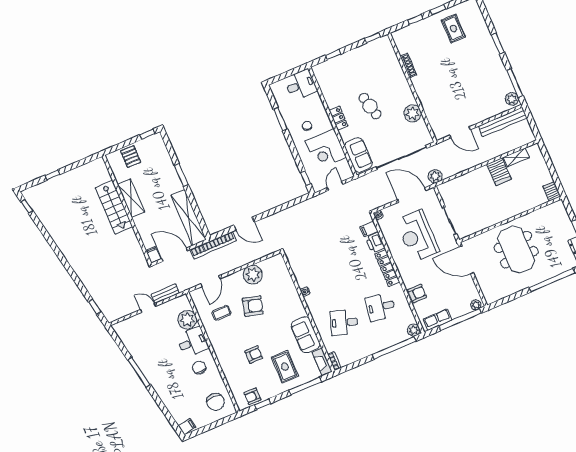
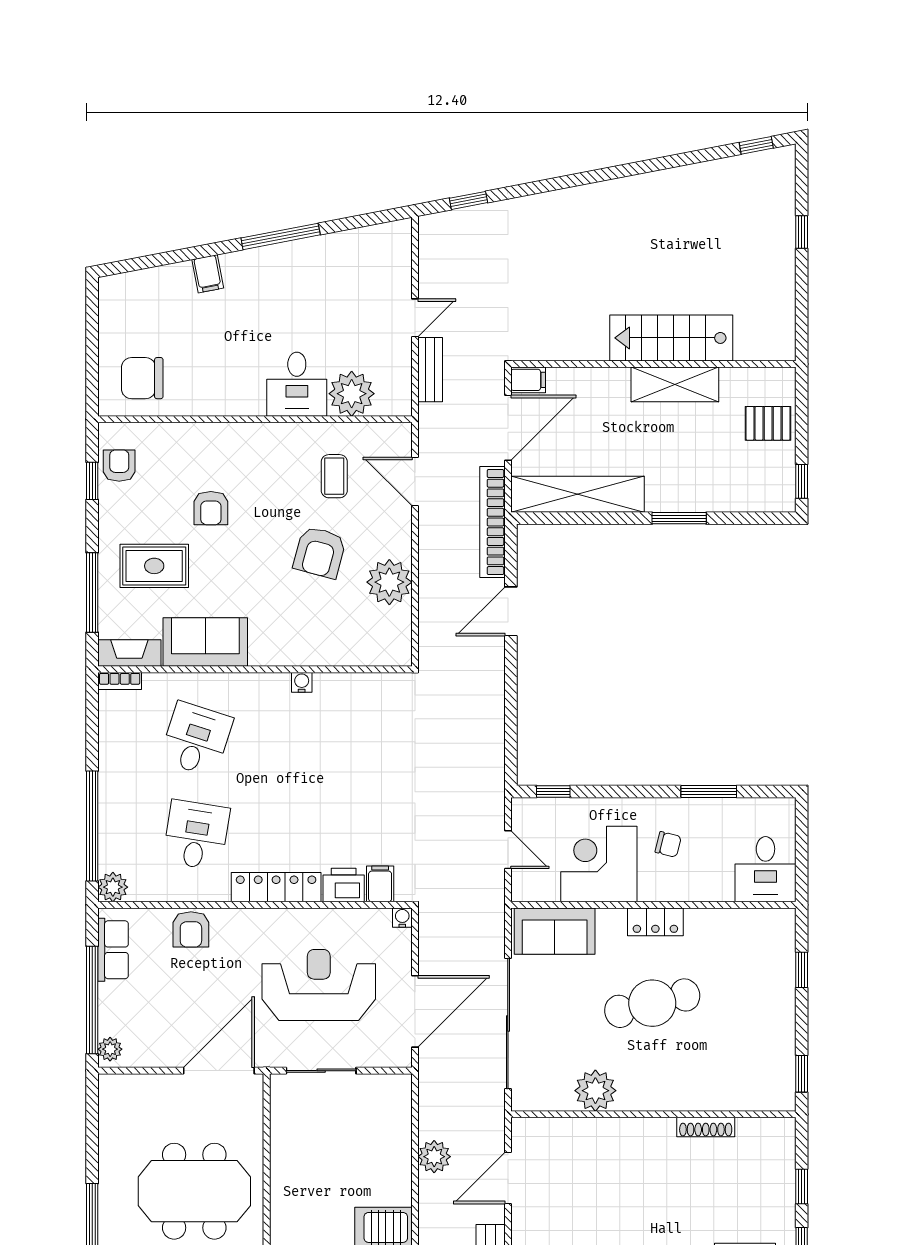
cafe table: (370, 106) -> (652, 1003), width x1.37, depth x1.35
plant: (435, 176) -> (434, 1157), moved
chair: (199, 368) -> (234, 374), removed
filing cabinet: (187, 427) -> (208, 274), moved

